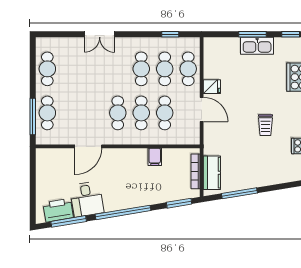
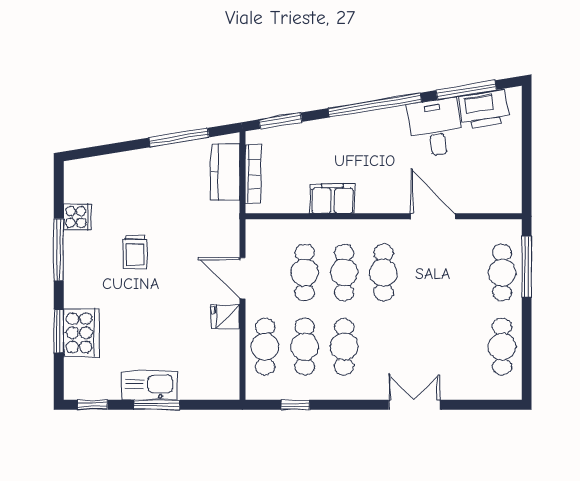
trolley: (265, 125) -> (135, 252), turned 180
door: (88, 146) -> (433, 216), hinge flipped
filing cabinet: (155, 157) -> (332, 199), width x2.00

